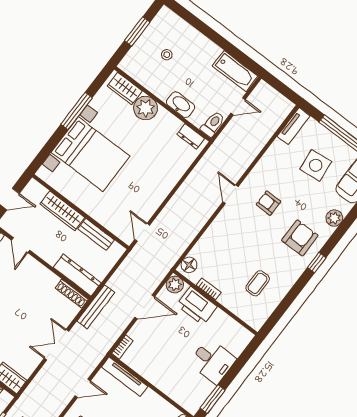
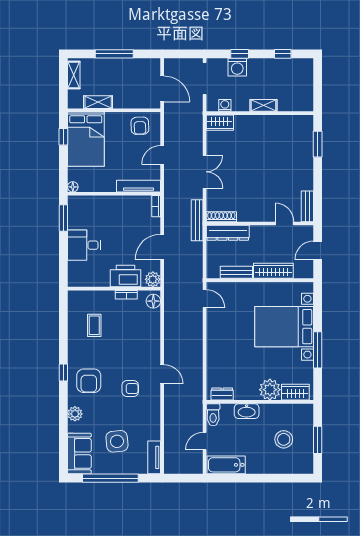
stool: (167, 55) -> (284, 439), width x1.89, depth x1.89

